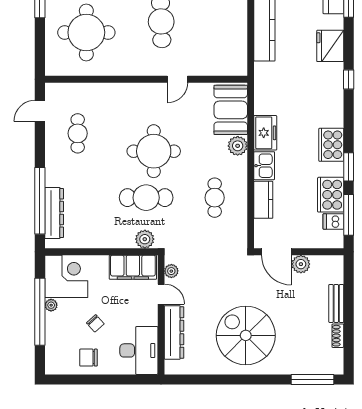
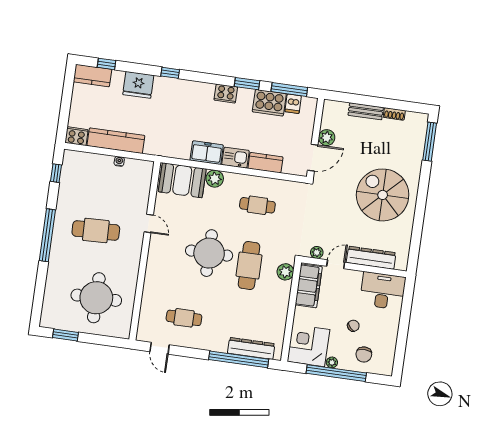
water cooler: (242, 37) -> (119, 161), added
cooker: (331, 145) -> (226, 94), width x0.73, depth x0.76
spiral stairs: (246, 335) -> (383, 195), turned 90
chair: (88, 358) -> (364, 355), moved

